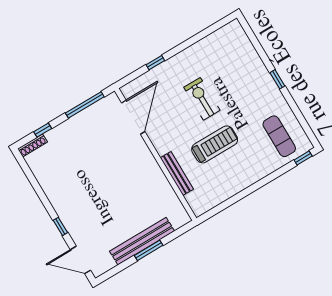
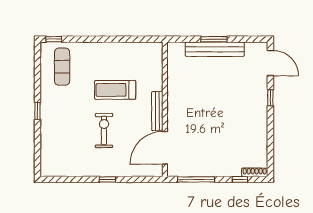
window: (155, 63) -> (107, 179), moved
exercise bike: (202, 99) -> (104, 131), turned 180
bench: (177, 173) -> (157, 111), moved

